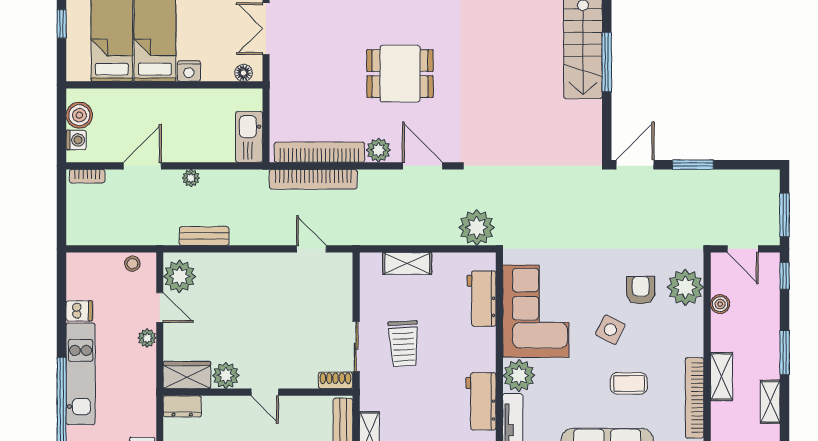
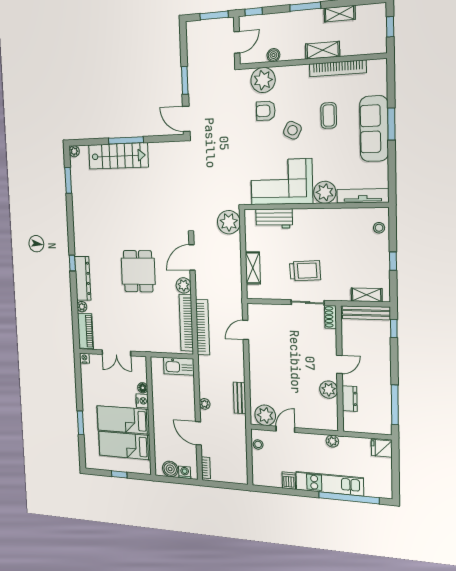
floor lamp: (244, 73) -> (143, 388), moved
plant: (147, 338) -> (332, 441), moved
wardrobe: (187, 375) -> (329, 415), removed
workbench: (481, 401) -> (343, 218), removed
dresser: (182, 406) -> (350, 399), moved

